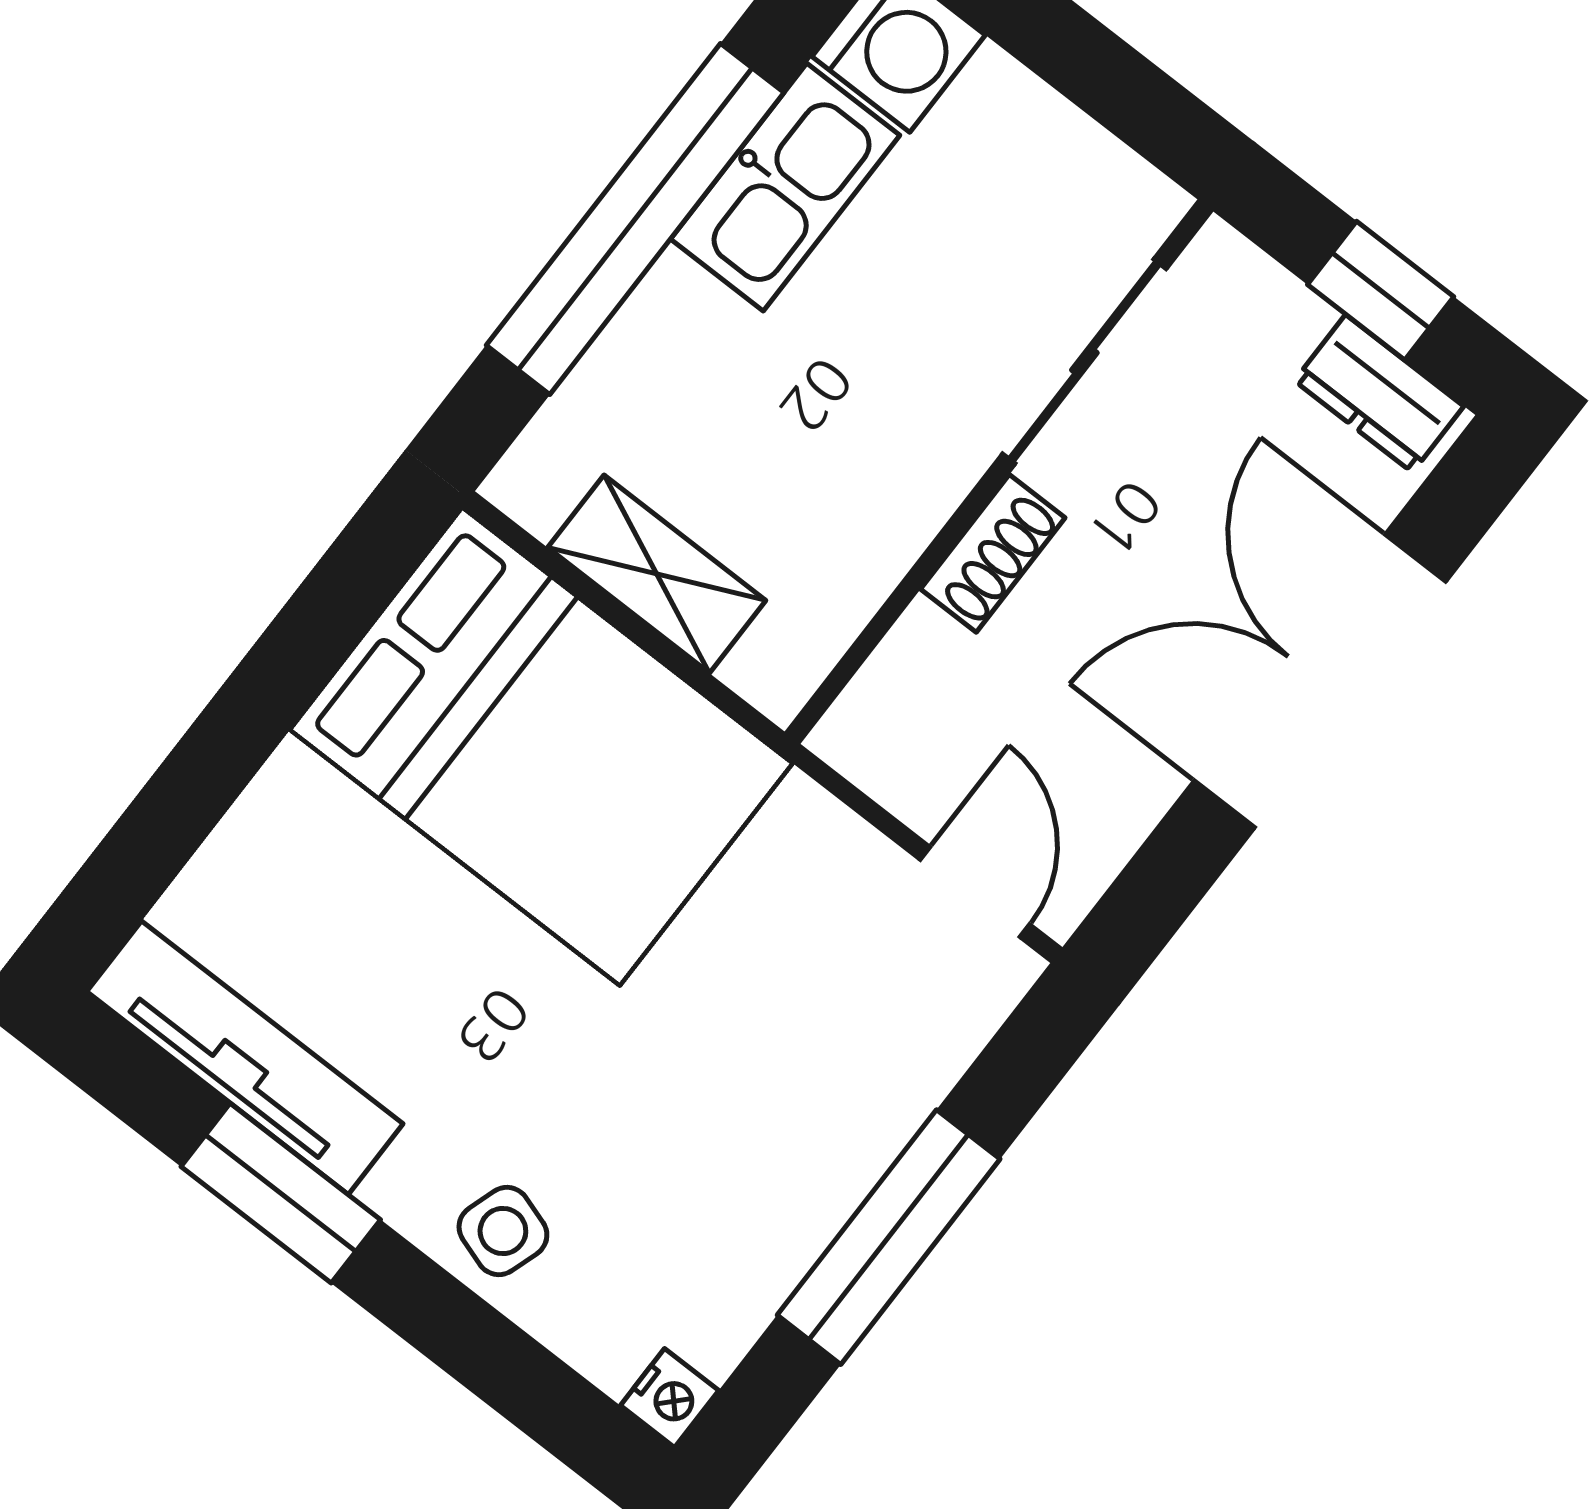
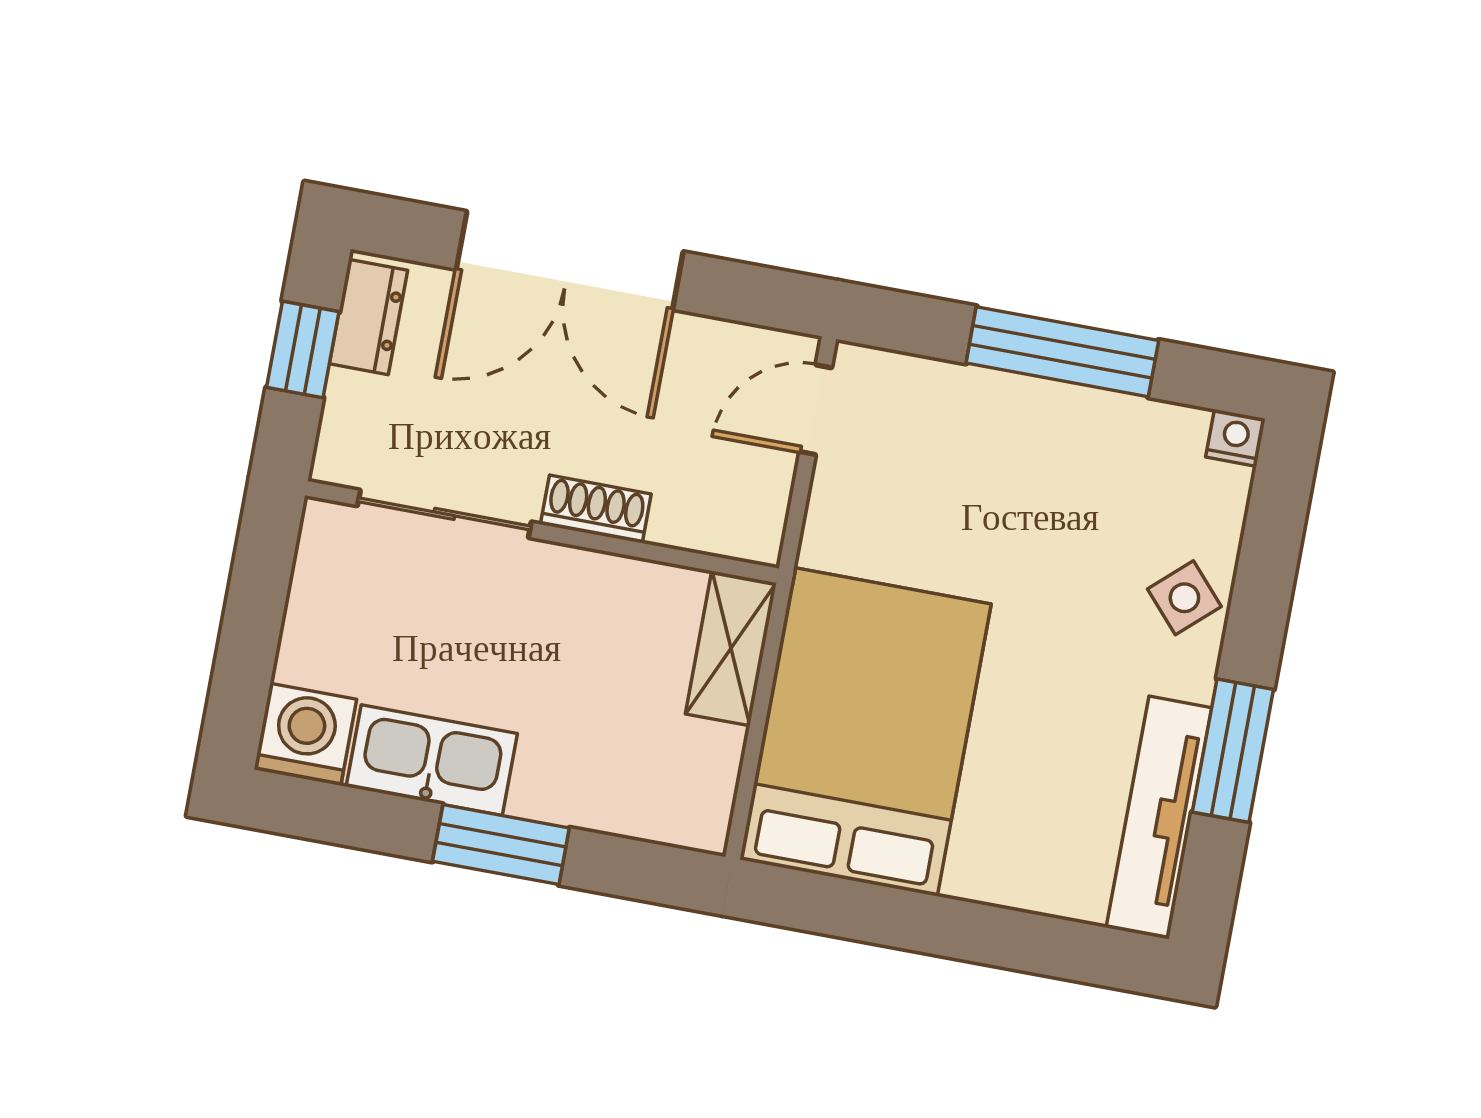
window: (635, 219) -> (501, 845), width x0.47
shelving: (657, 574) -> (731, 648), moved
side table: (503, 1231) -> (1184, 598), turned 30

